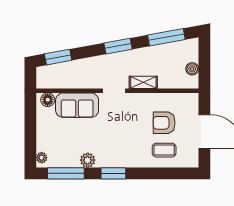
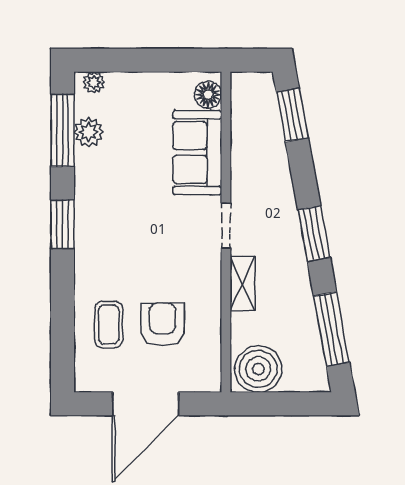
boiler: (192, 69) -> (258, 369), width x1.86, depth x1.86
plant: (88, 160) -> (89, 132), moved

